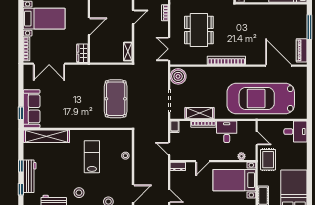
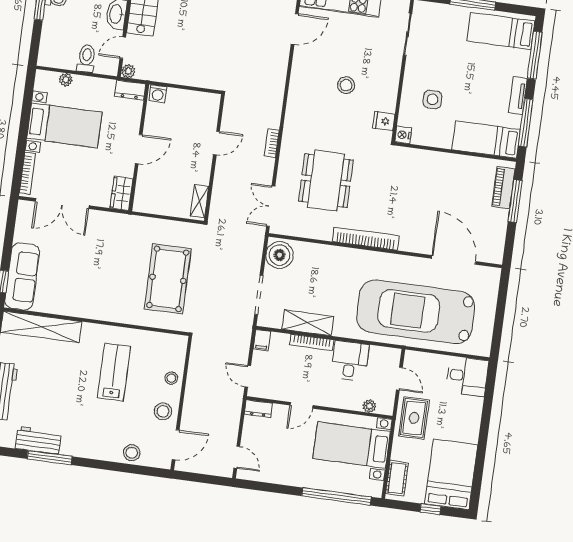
piano: (302, 50) -> (503, 188), moved
stool: (79, 193) -> (163, 411), moved

